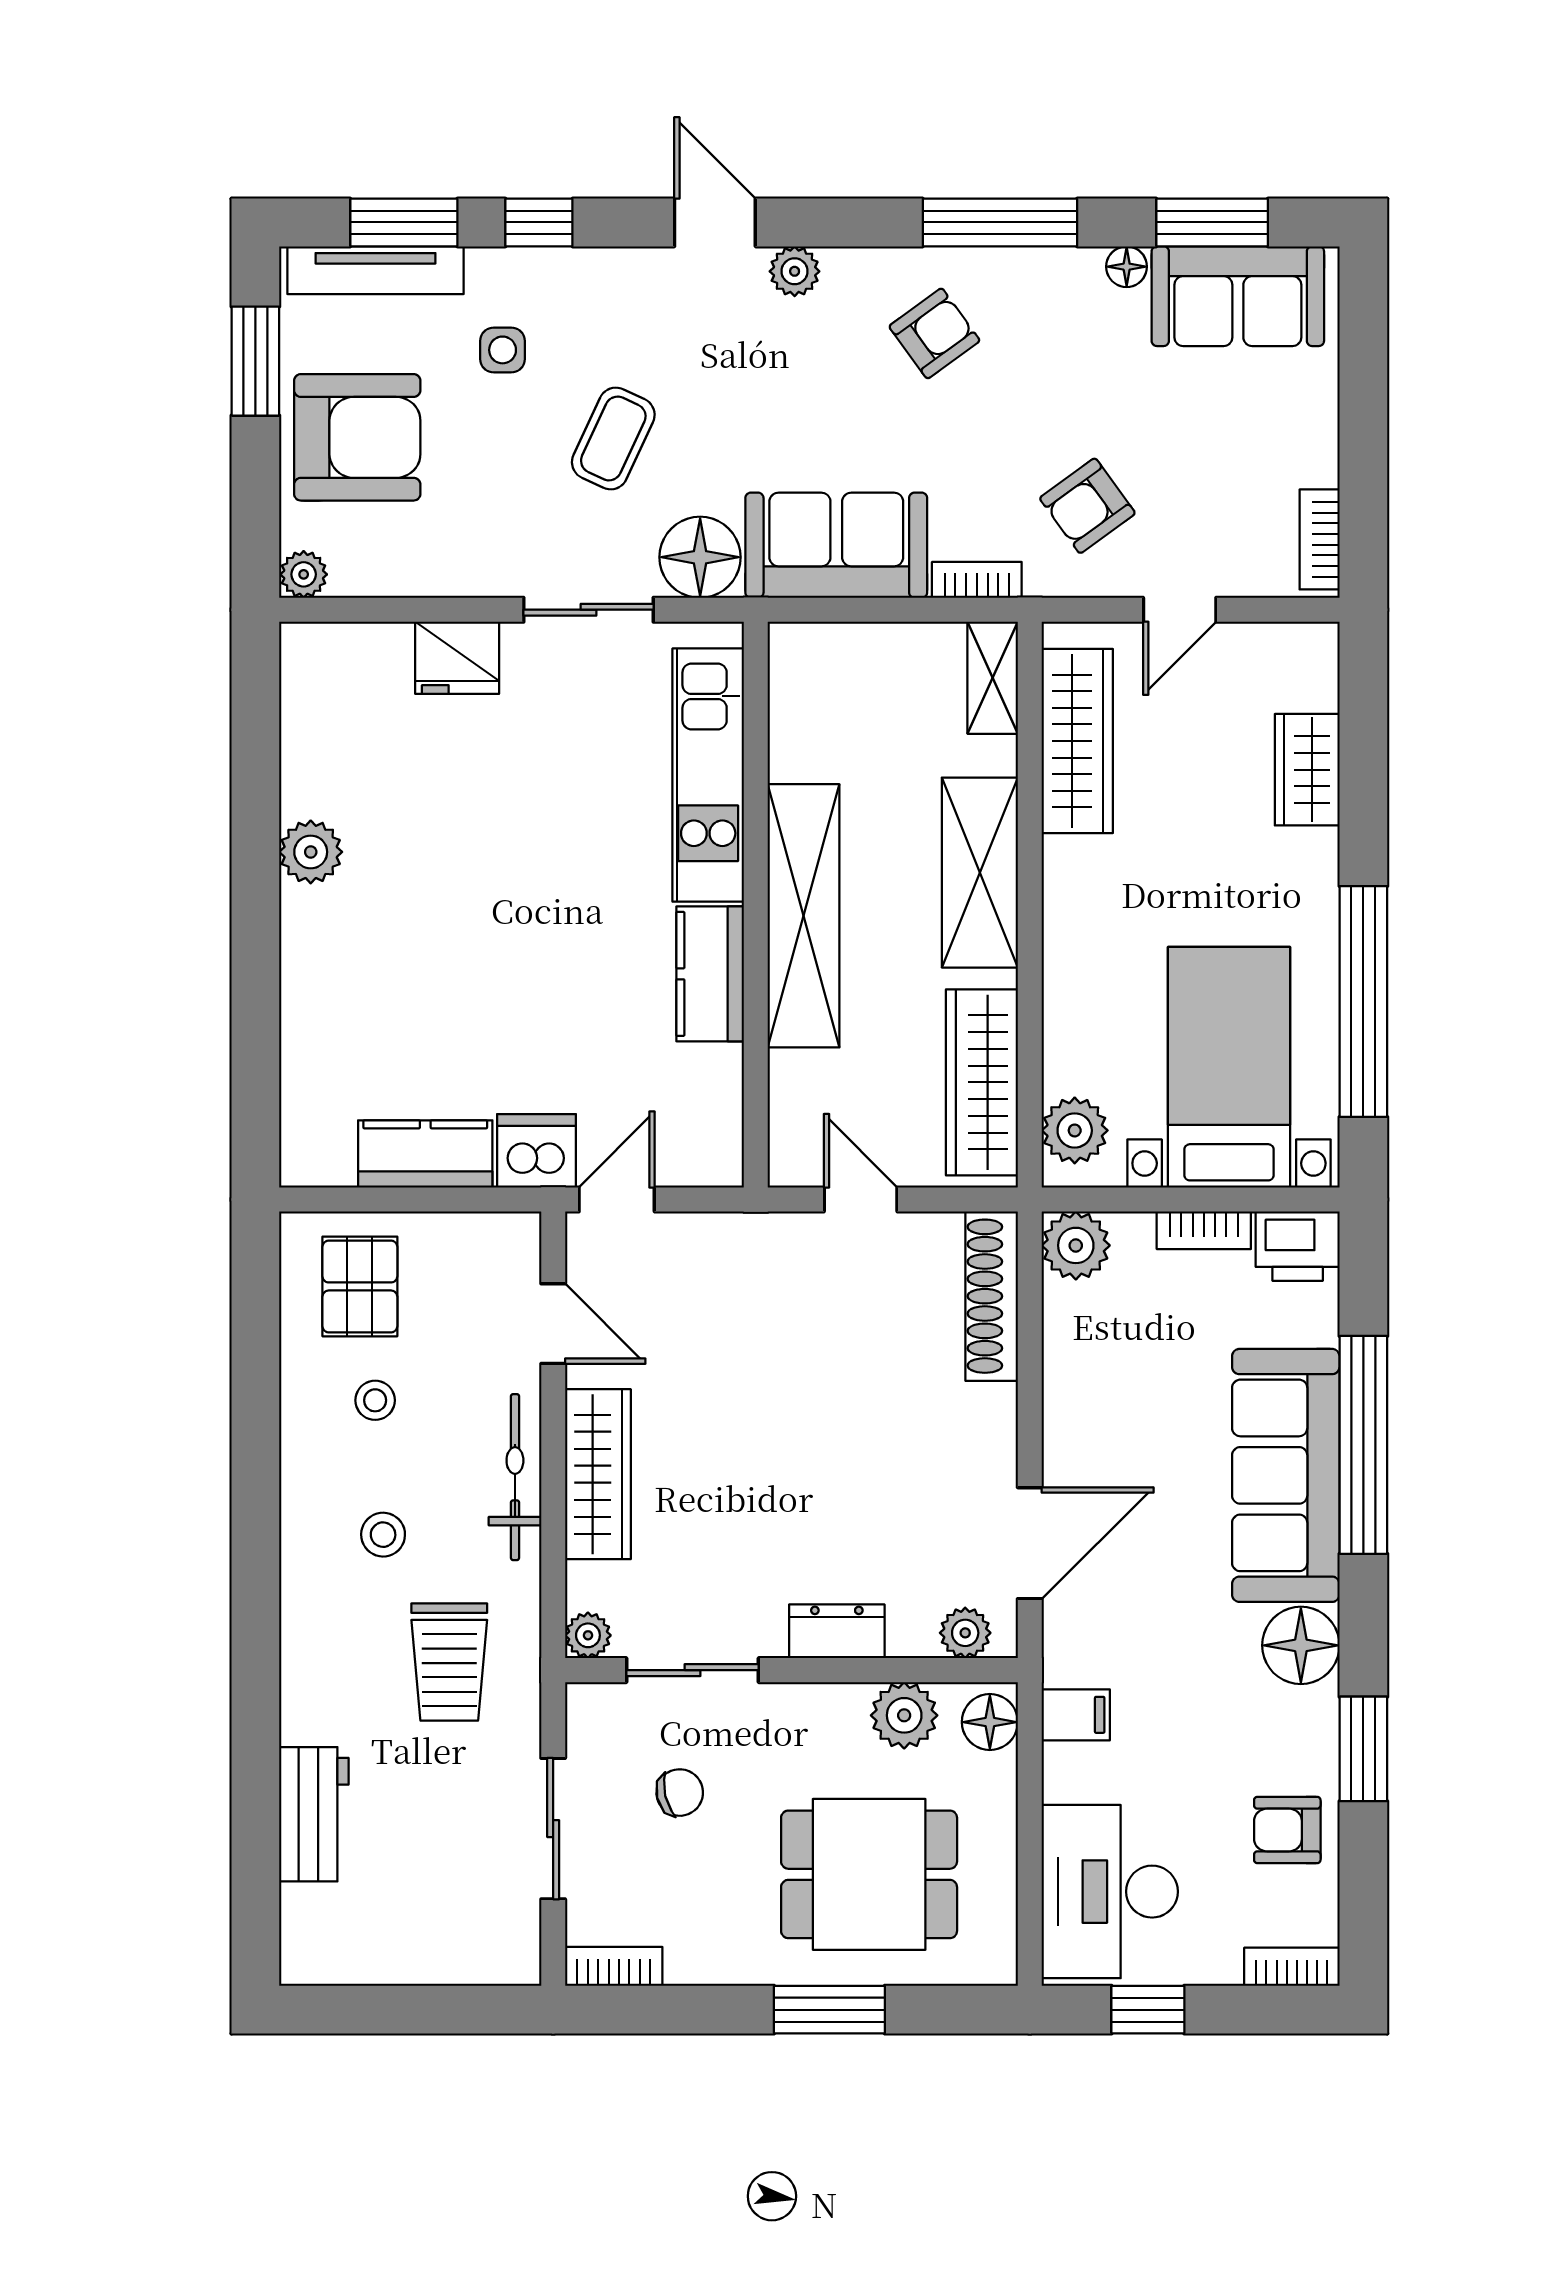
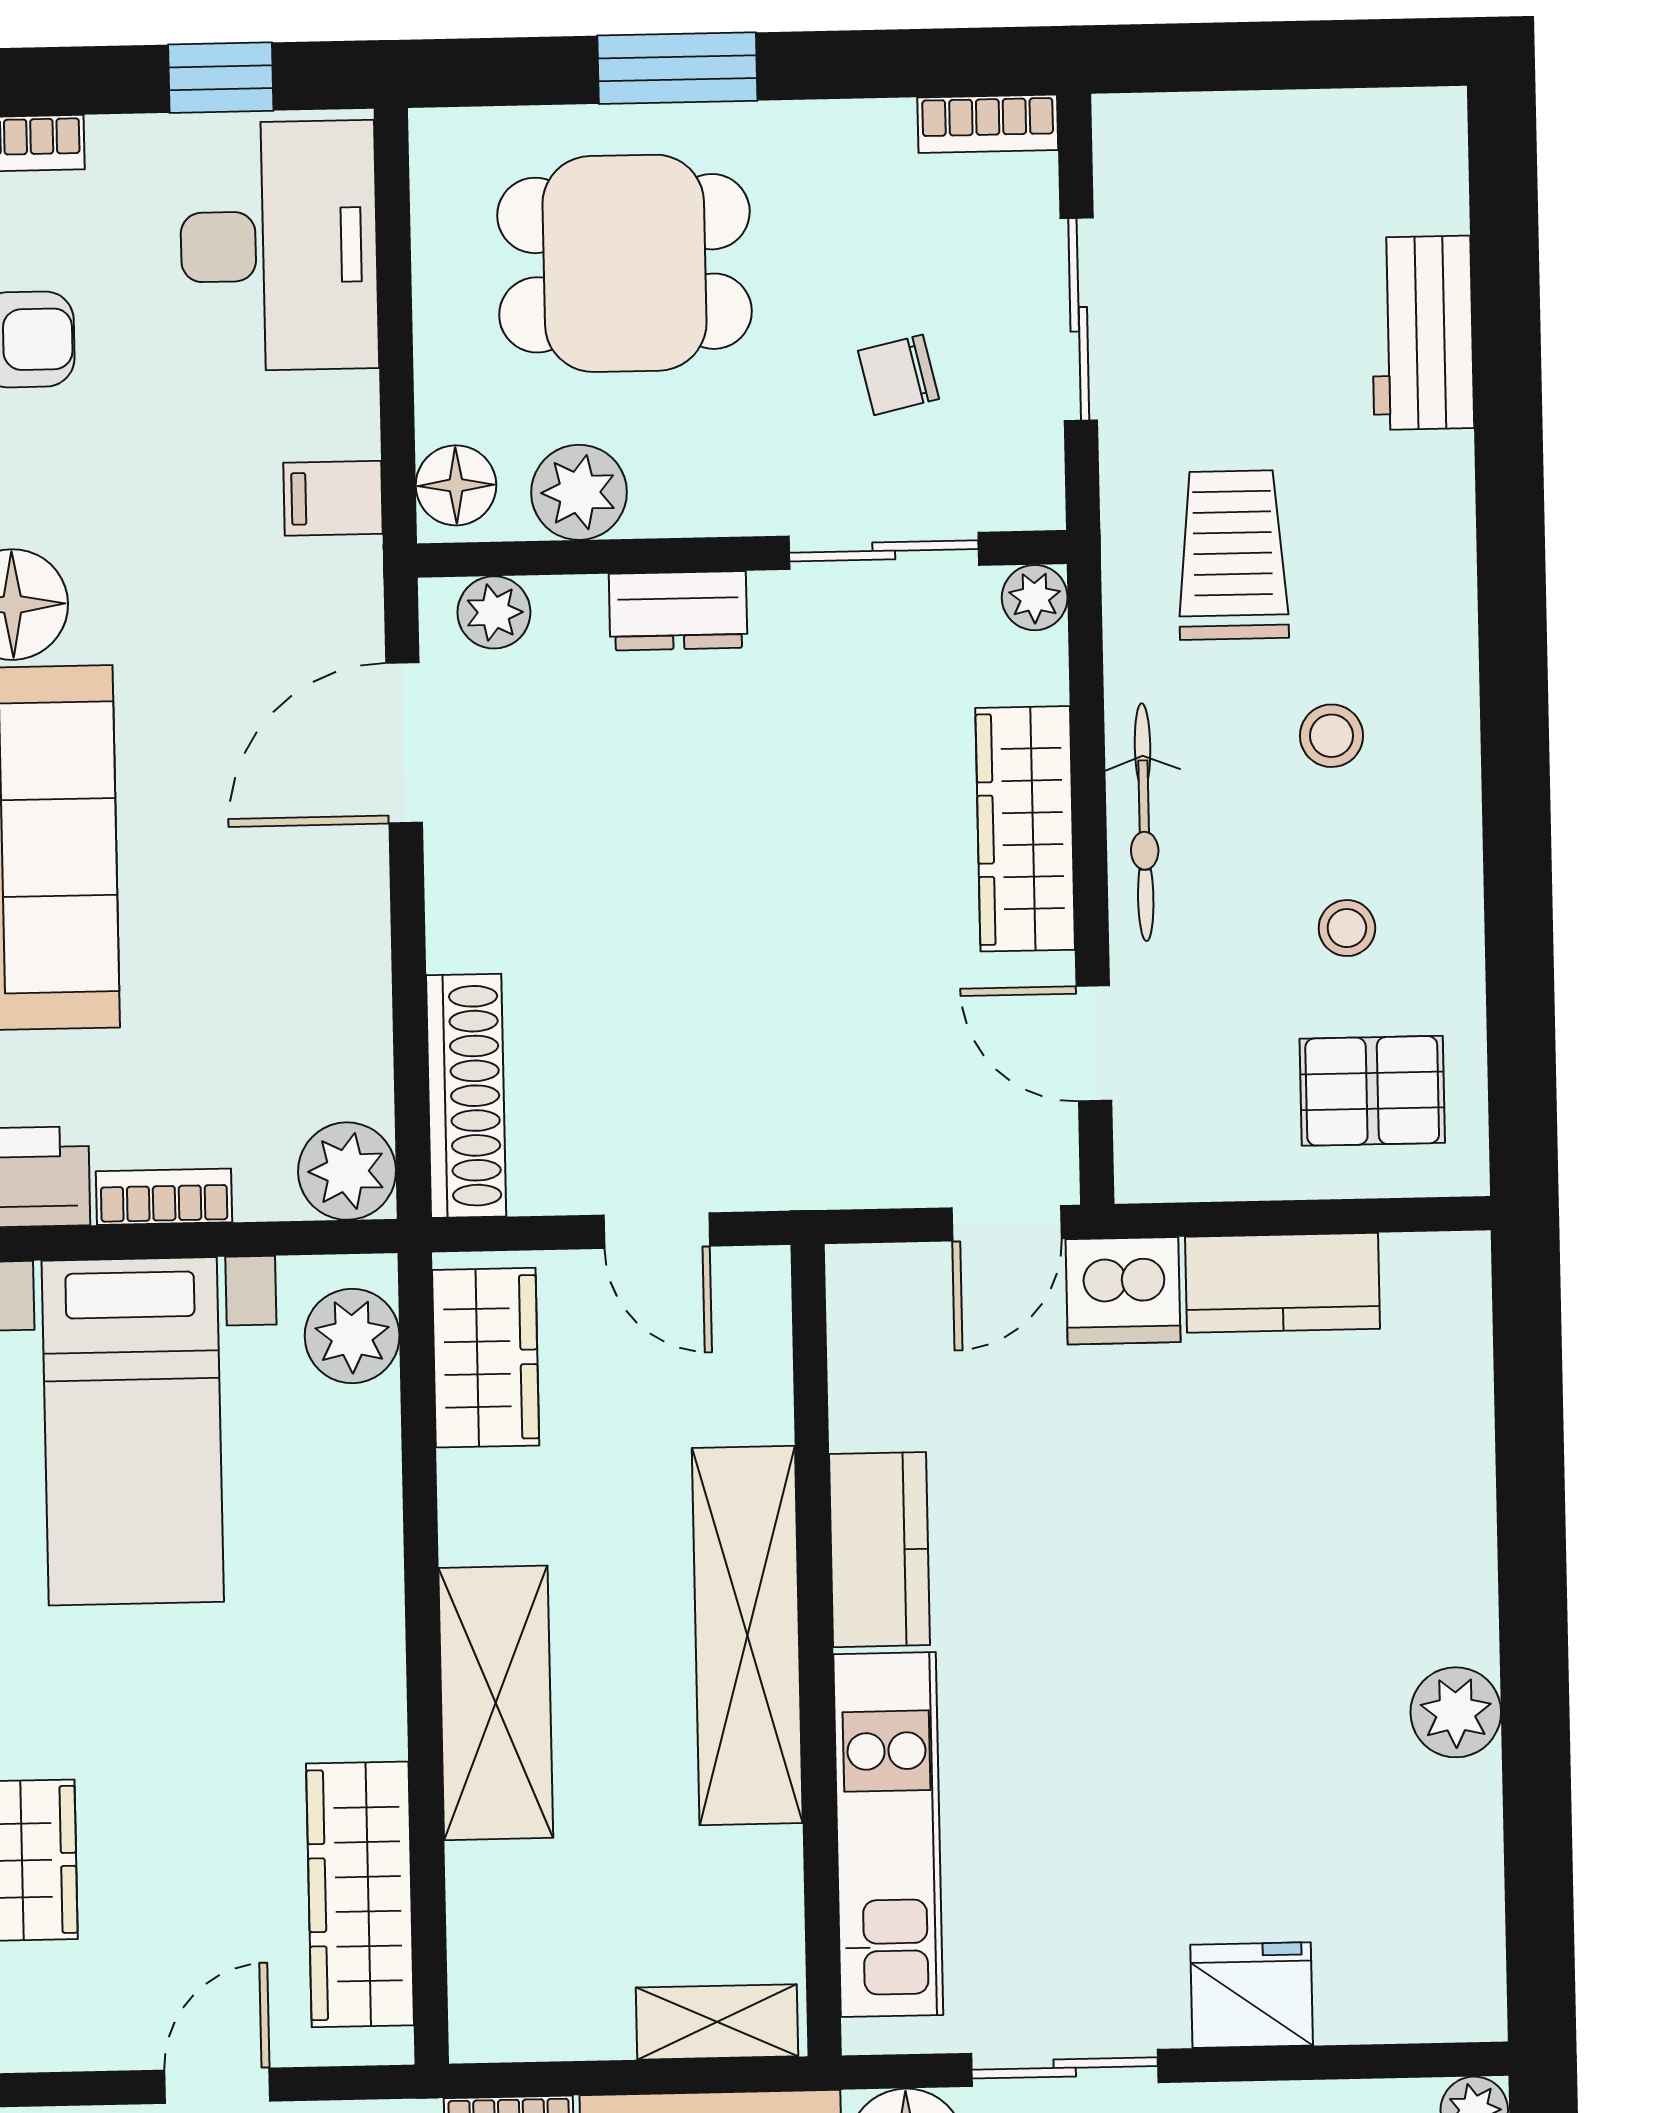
shelving: (993, 678) -> (717, 2022), moved, turned 90
wardrobe: (982, 1082) -> (486, 1358), width x0.67
pallet: (360, 1286) -> (1372, 1091), turned 90

